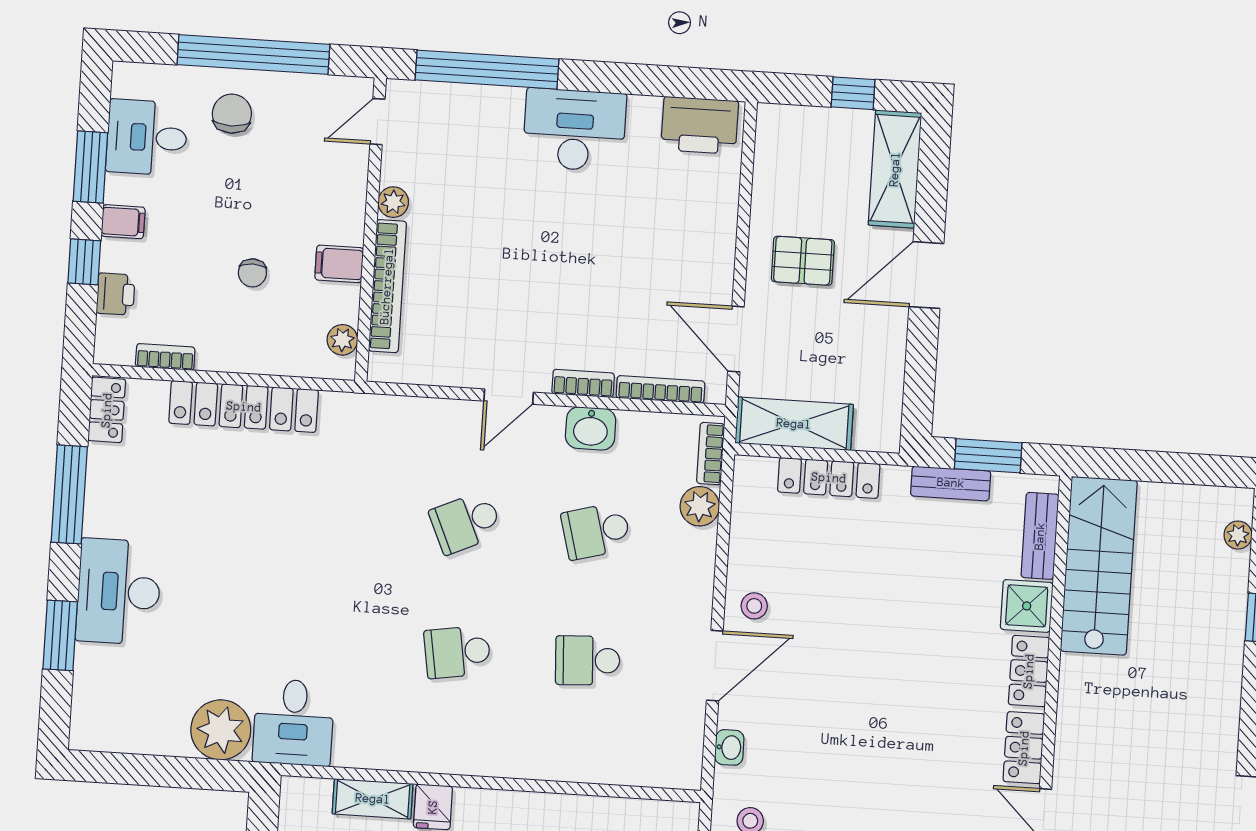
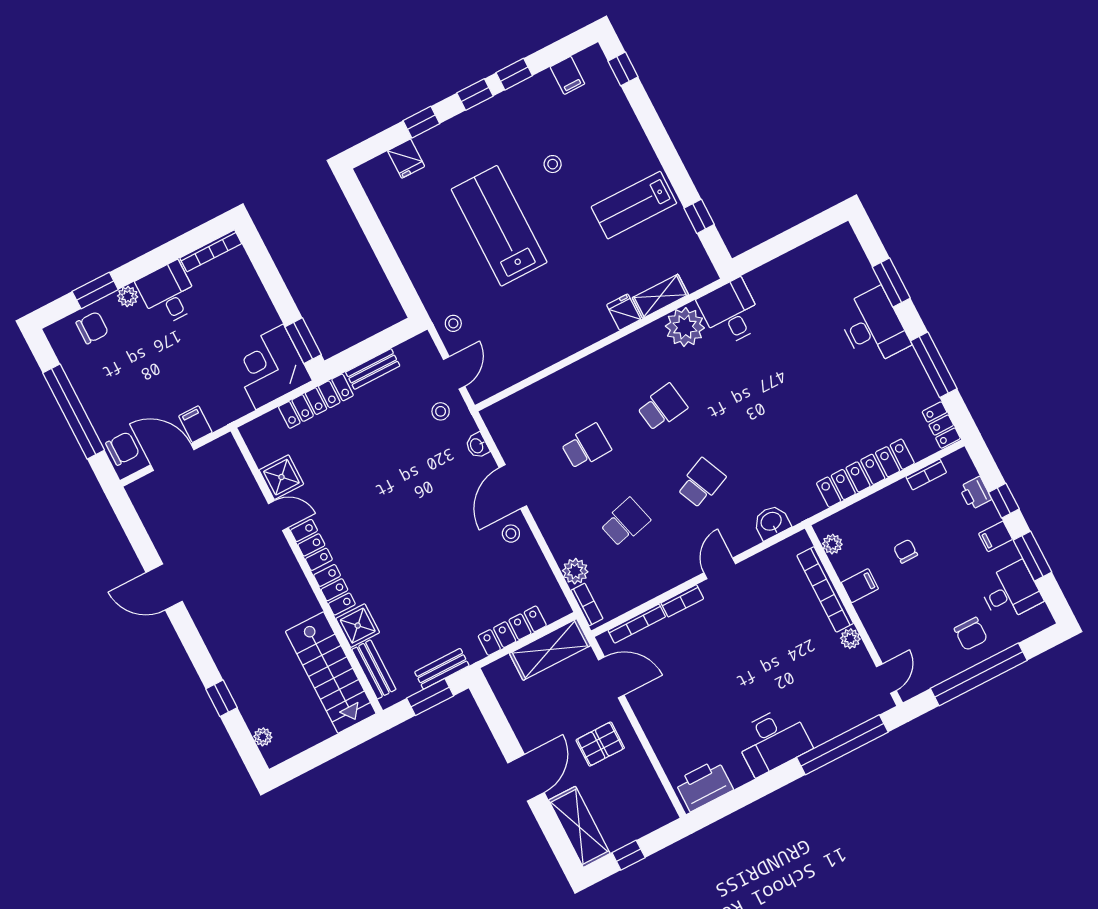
washbasin: (591, 428) -> (771, 522), moved
plant: (221, 730) -> (685, 327), moved

